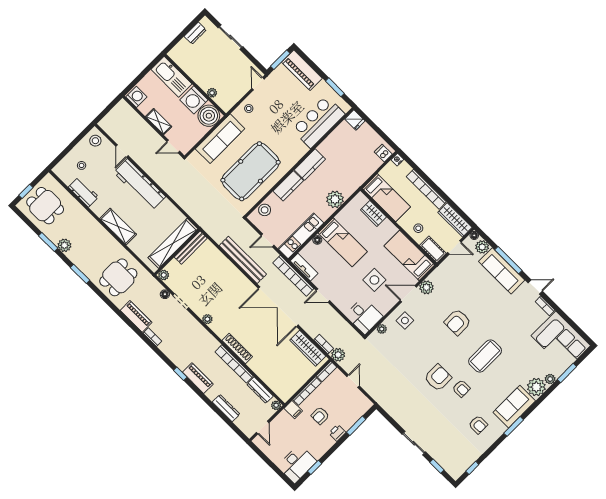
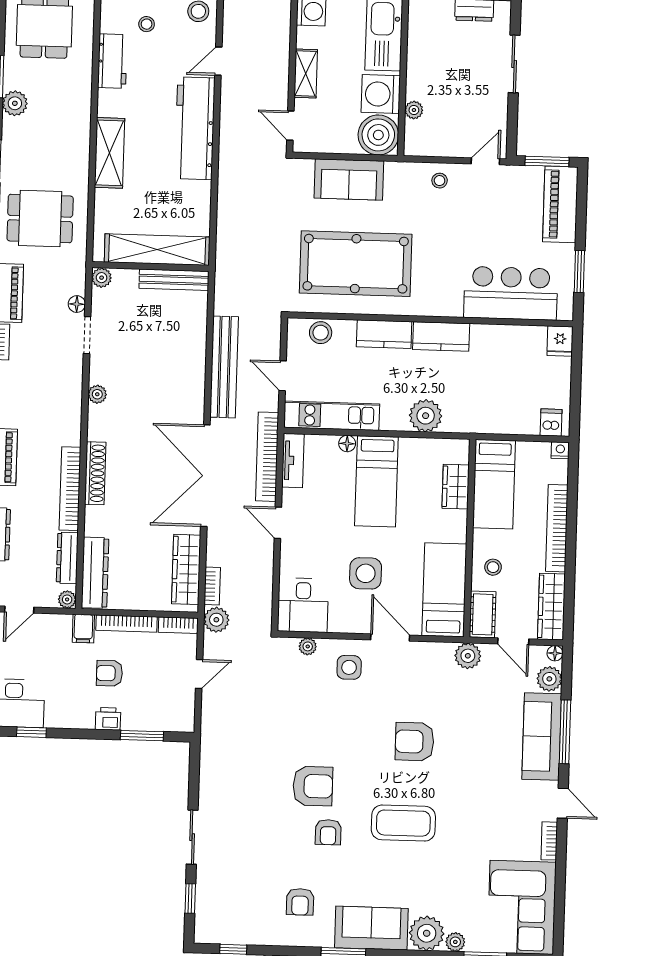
sofa: (220, 139) -> (349, 180), width x0.73
plant: (426, 287) -> (468, 656), moved
dresser: (276, 385) -> (95, 573), added

